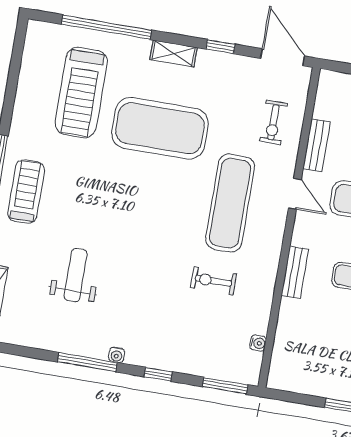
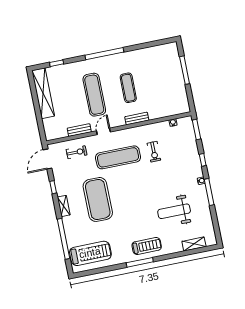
treadmill: (81, 92) -> (90, 253), moved
treadmill: (26, 192) -> (147, 246), turned 180
weight bench: (75, 275) -> (174, 211), width x1.36, depth x1.33

